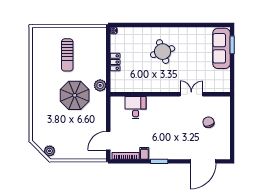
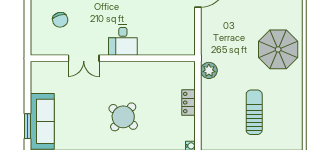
round table: (163, 52) -> (123, 117), turned -31
parasol: (75, 95) -> (278, 49), moved
desk: (136, 107) -> (123, 40), moved

